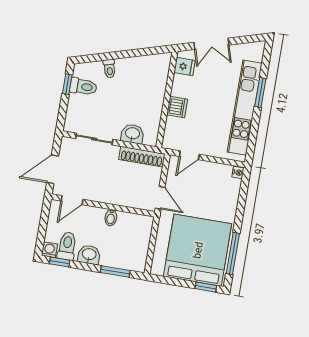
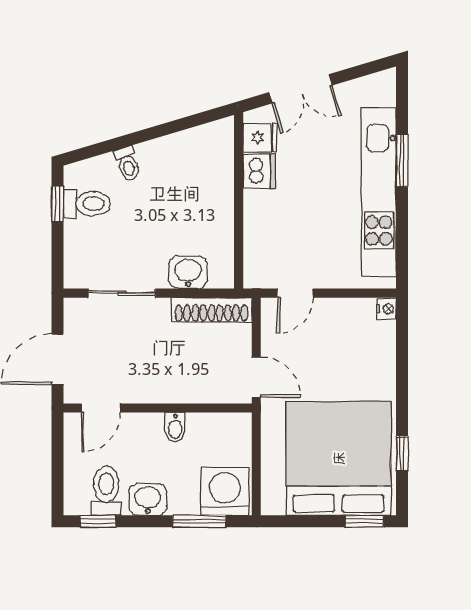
dishwasher: (177, 107) -> (259, 171), moved
washing machine: (49, 250) -> (225, 491), moved, width x1.89, depth x1.89
window: (233, 253) -> (402, 454), width x0.46

